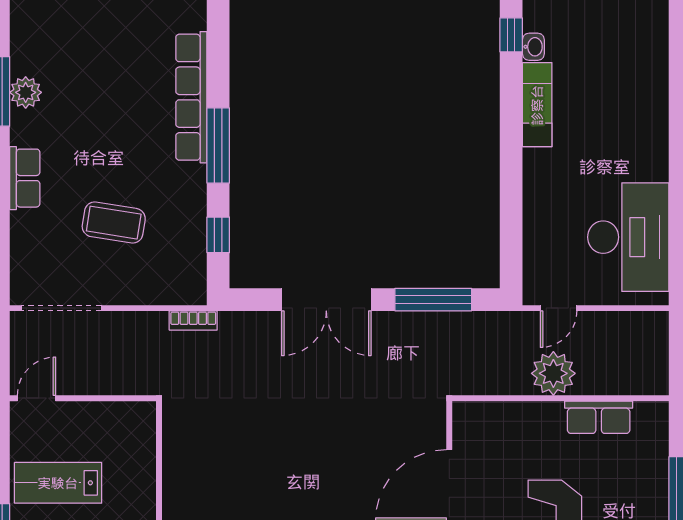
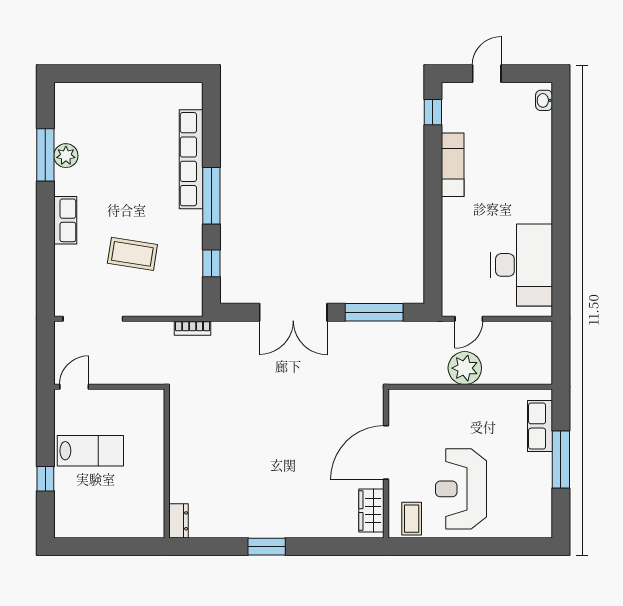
washbasin: (533, 47) -> (544, 100), moved, turned 180
row of seats: (599, 417) -> (540, 426), moved, turned 90
lab bench: (58, 483) -> (90, 451), turned 180

